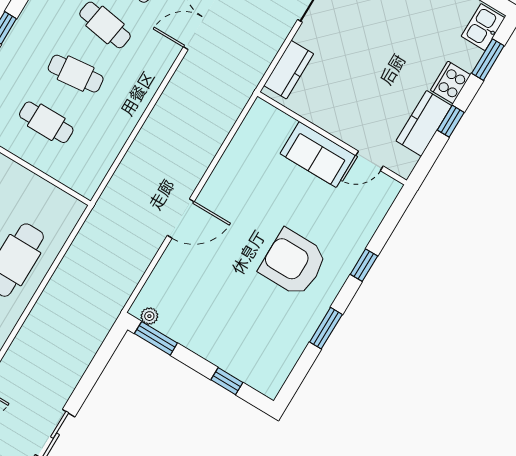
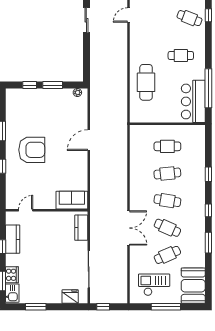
cooker: (451, 82) -> (12, 275), moved
sofa: (318, 155) -> (72, 200), moved
window: (156, 338) -> (53, 85), moved

